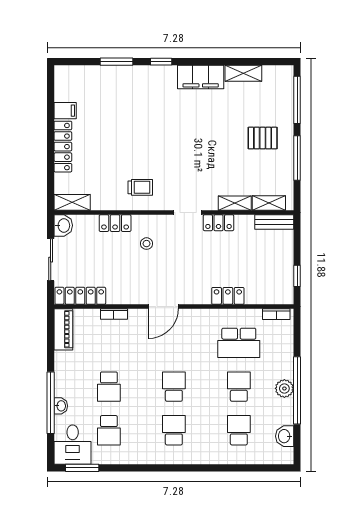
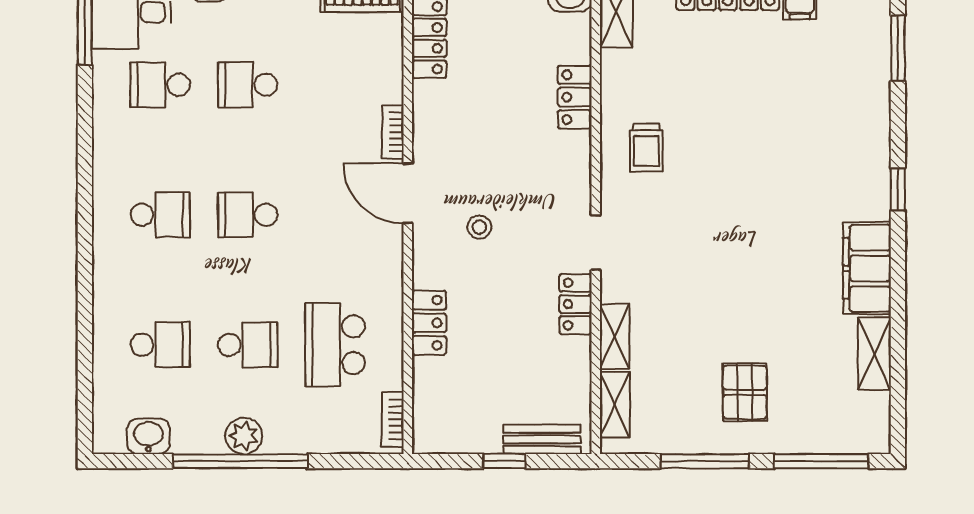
window: (116, 62) -> (898, 48), moved
bench: (274, 222) -> (542, 439), moved, turned 90
stool: (147, 244) -> (479, 227), moved
window: (297, 276) -> (504, 461), moved
bookcase: (114, 314) -> (393, 132), moved
school desk: (174, 387) -> (248, 215), turned 180

